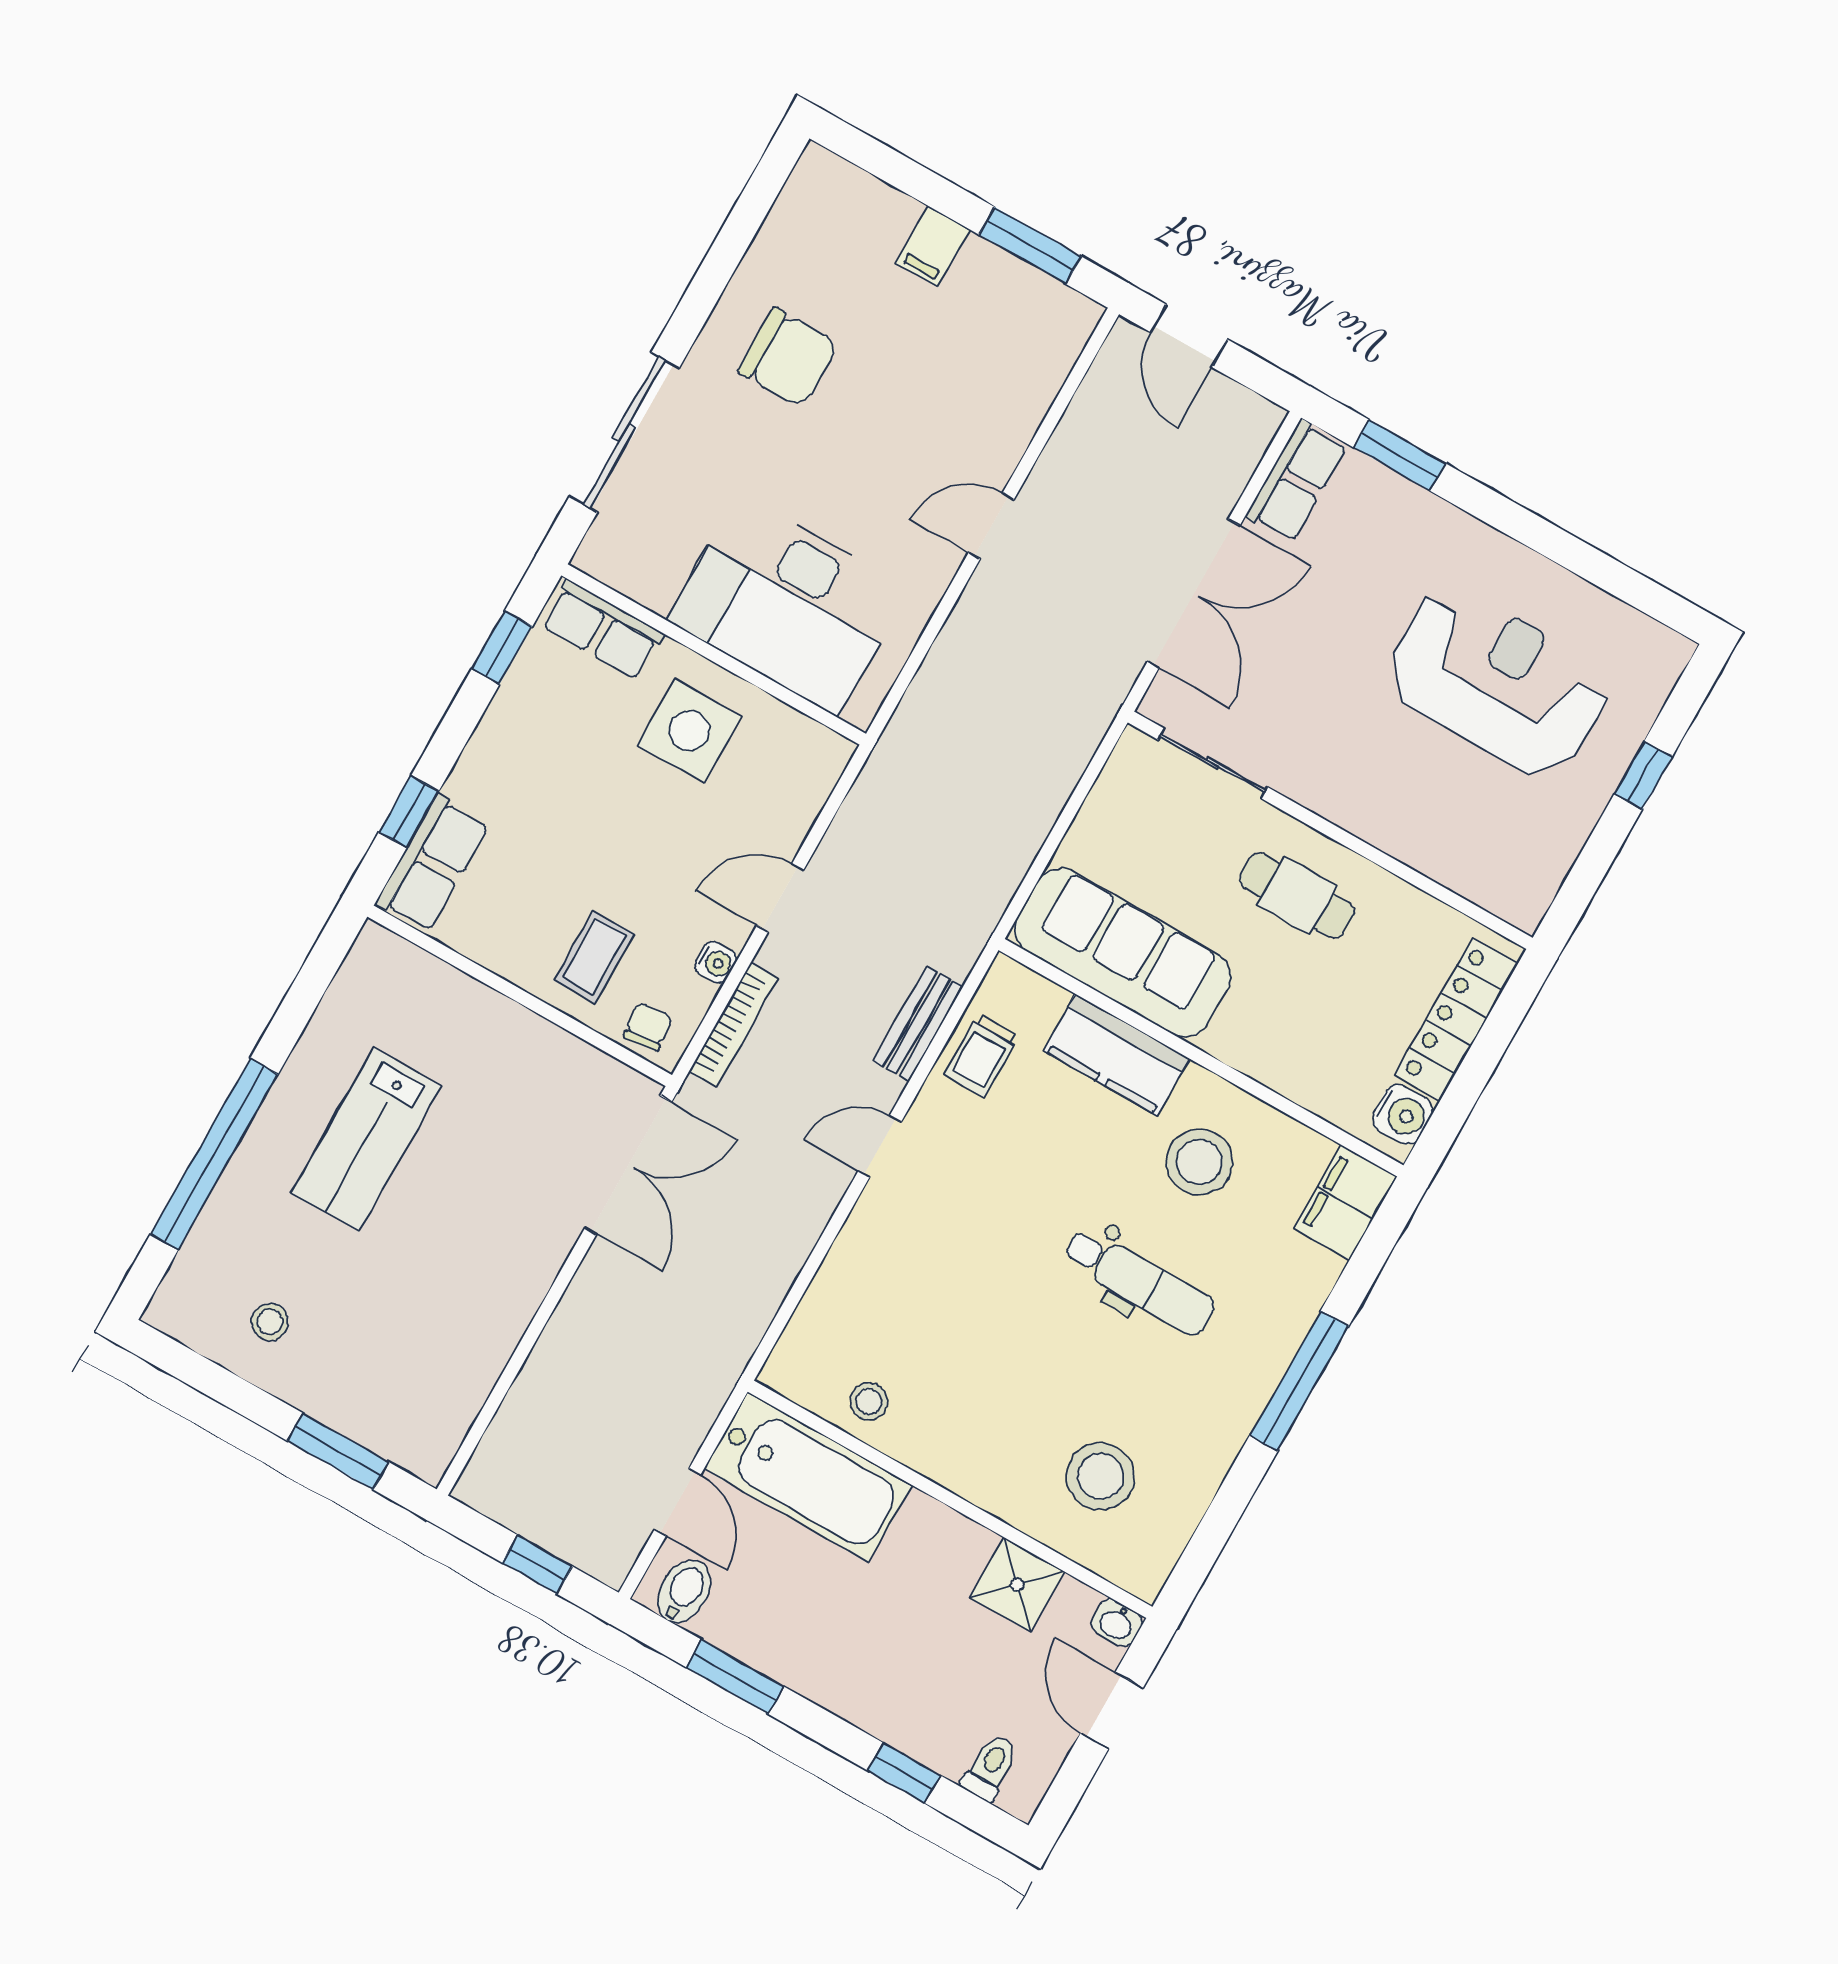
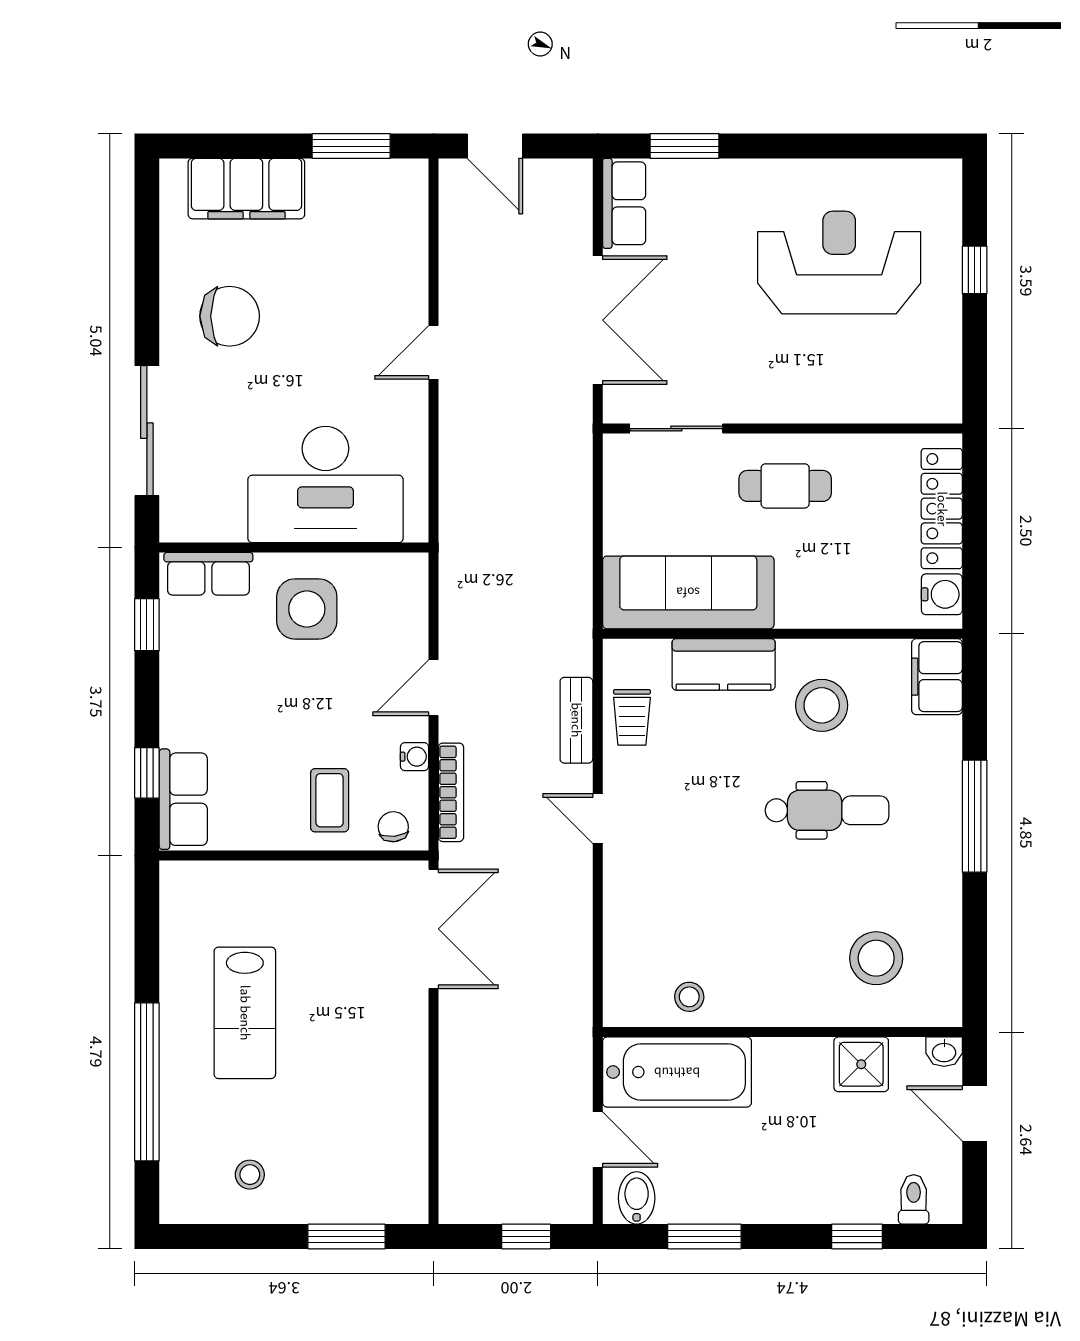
filing cabinet: (933, 246) -> (246, 189), width x3.00, depth x1.17
door: (880, 1146) -> (598, 819), hinge flipped

